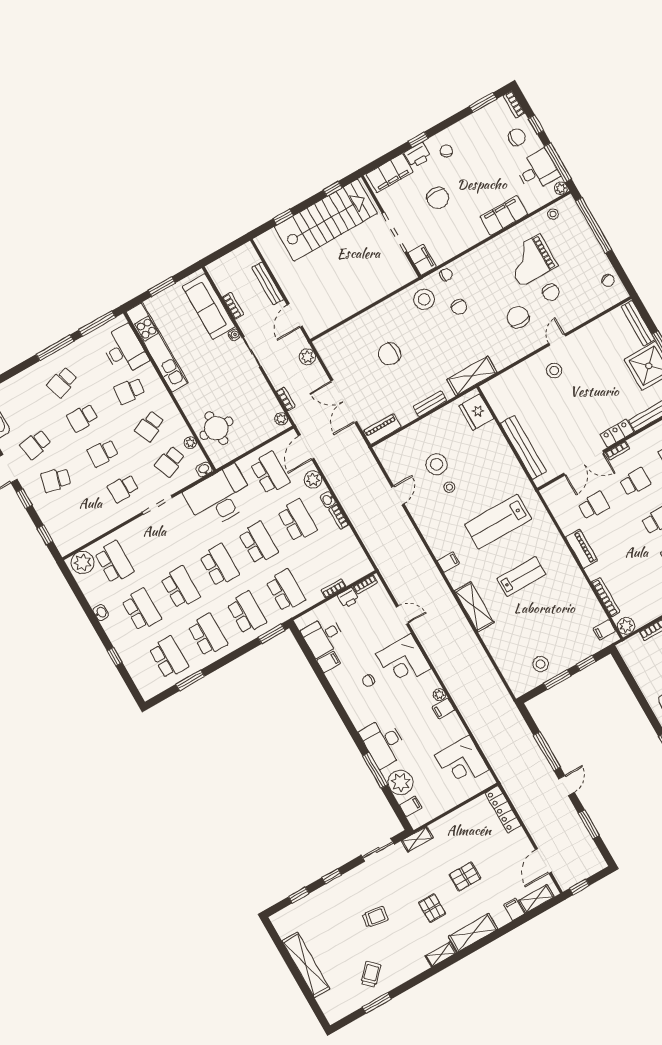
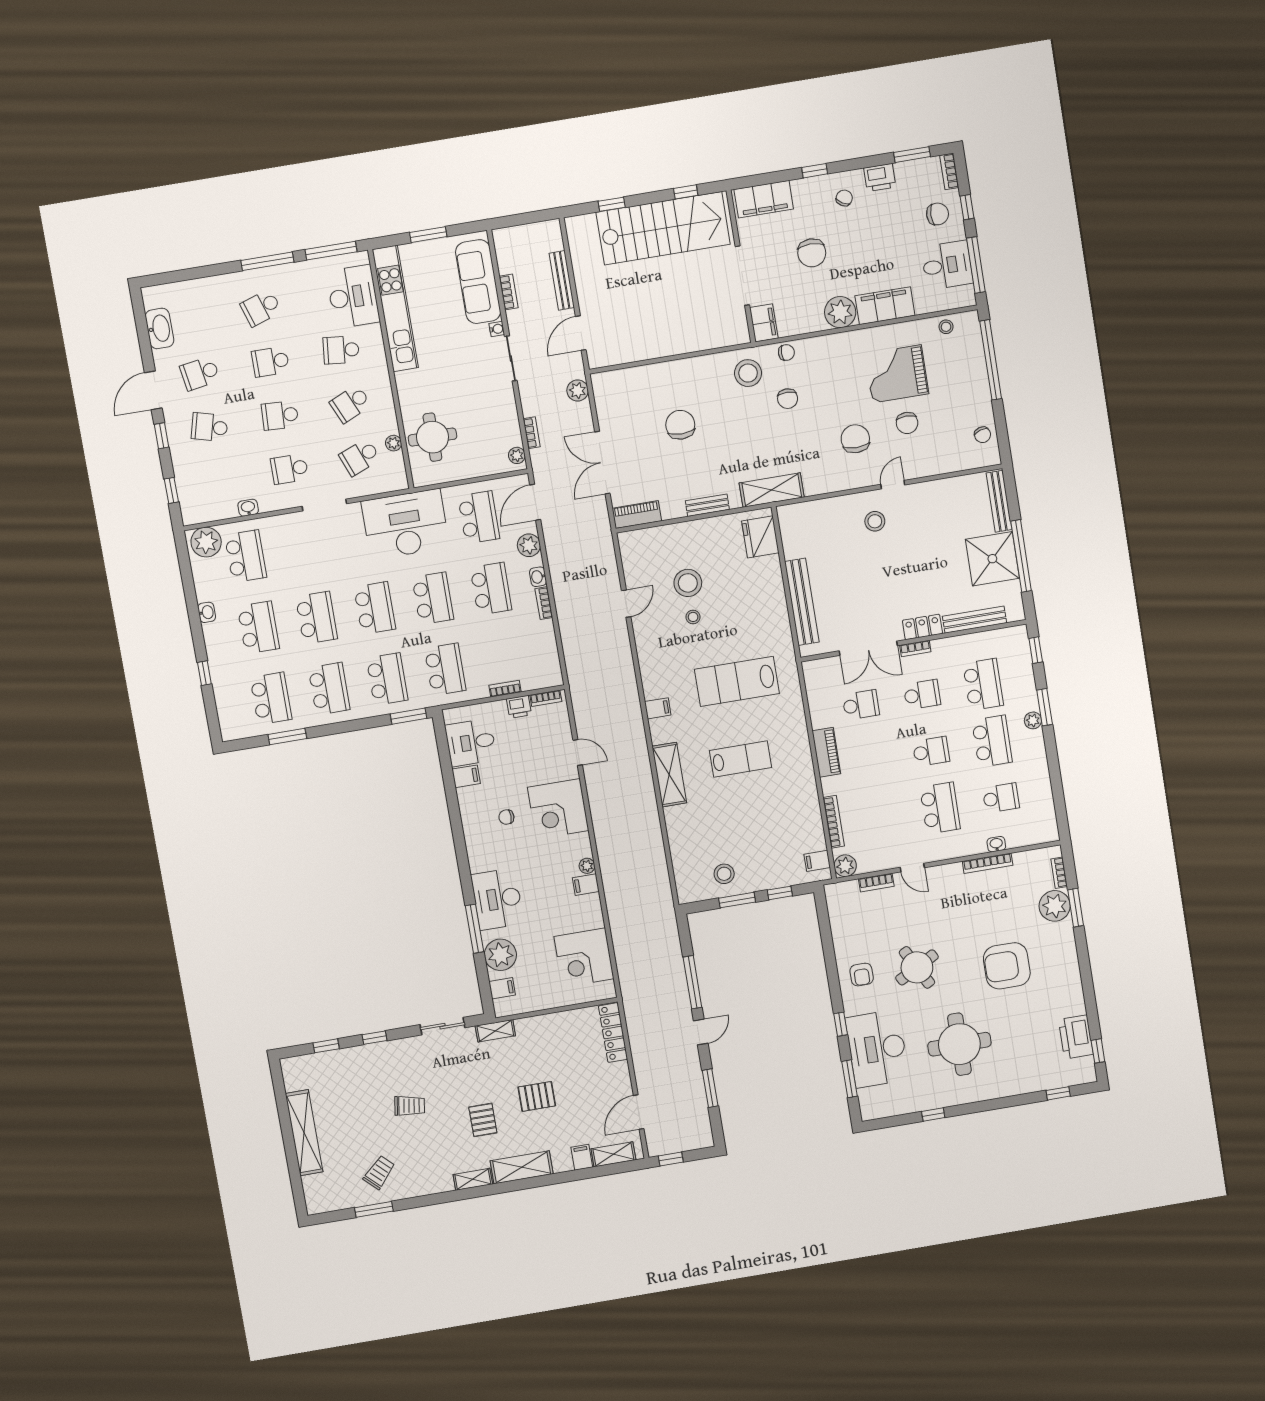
printer: (418, 155) -> (880, 177), moved
plant: (561, 188) -> (840, 312), moved, width x1.88, depth x1.88
chair: (389, 354) -> (680, 425), turned 90
washbasin: (204, 469) -> (248, 508), moved

